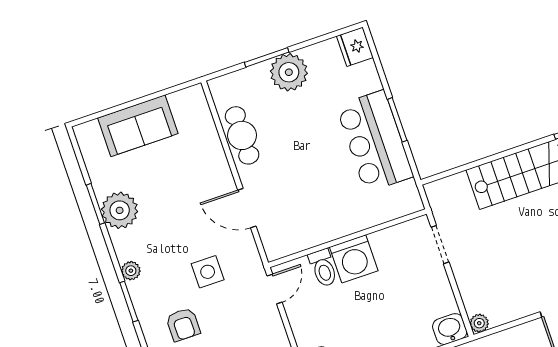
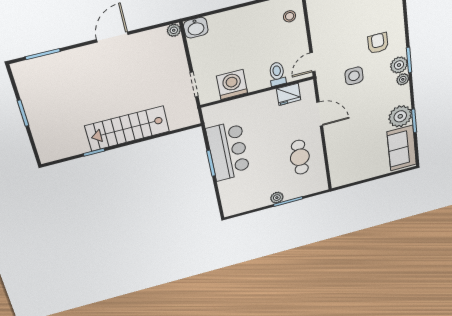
fridge: (355, 47) -> (289, 94), moved, turned 90
plant: (289, 72) -> (277, 198), width x0.53, depth x0.53
sofa: (138, 126) -> (402, 148), moved, turned -90
cafe table: (242, 135) -> (300, 157), moved
washing machine: (354, 259) -> (232, 84), moved
plant: (142, 293) -> (399, 65), added

